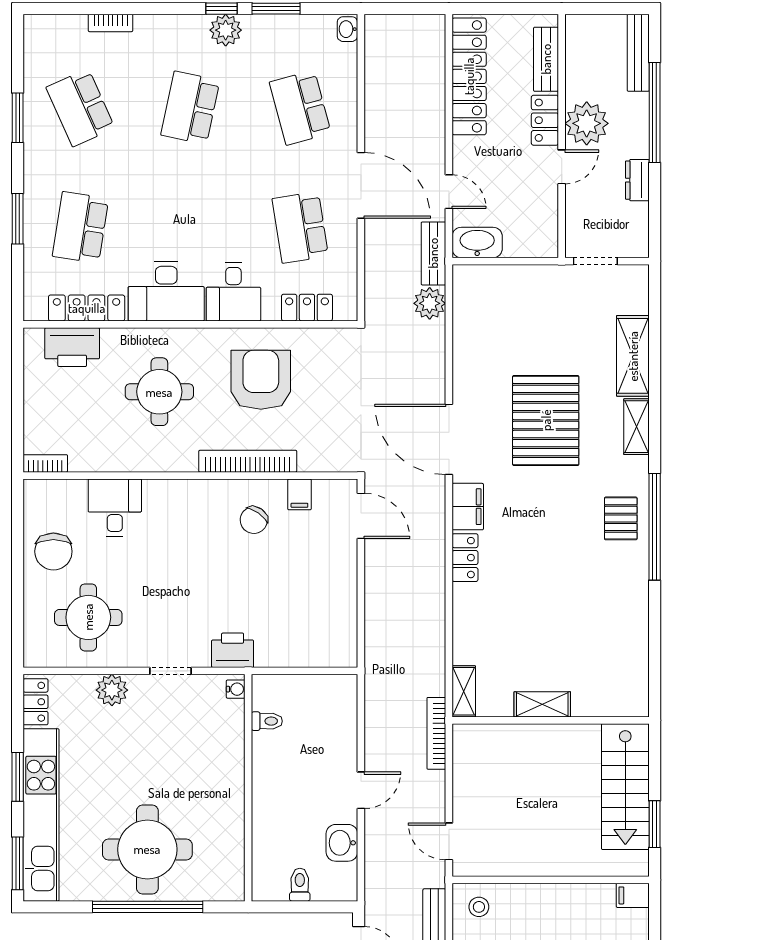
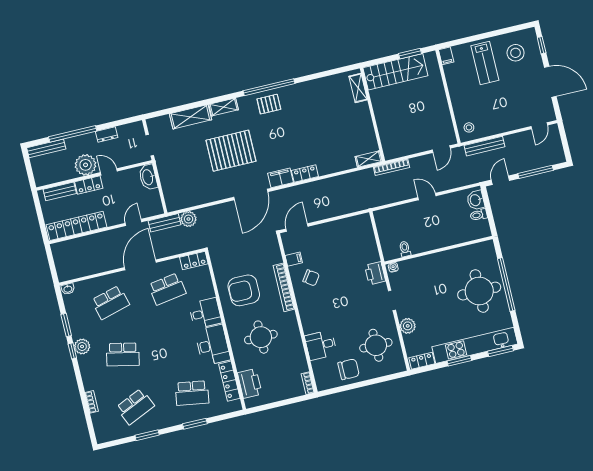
washbasin: (477, 242) -> (148, 177), moved
locker: (307, 308) -> (194, 261), moved, turned -90
shelving: (542, 704) -> (358, 88), moved
washbasin: (342, 843) -> (476, 200), moved, turned 90

